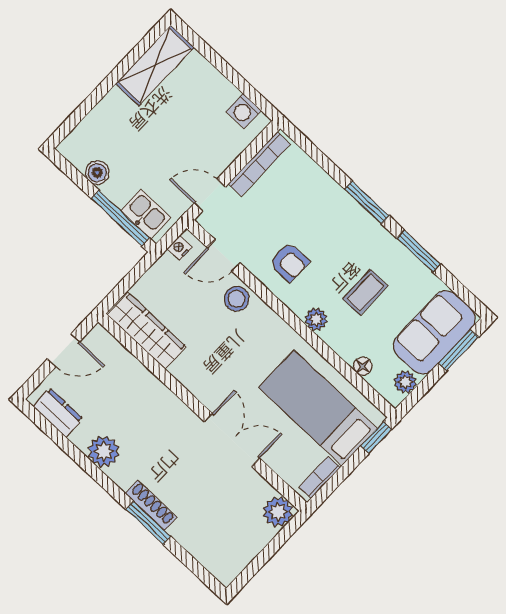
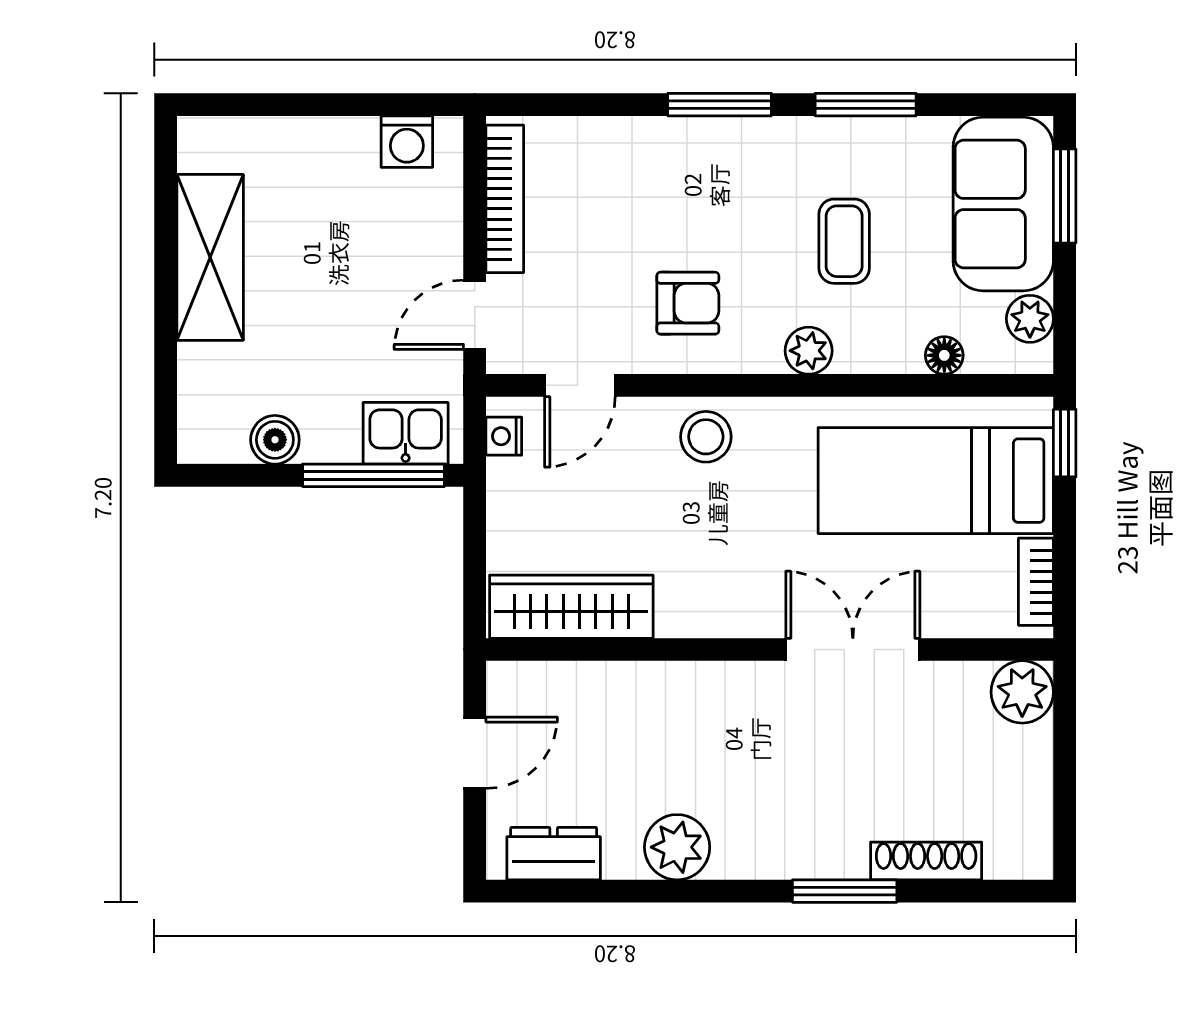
shelving: (155, 65) -> (210, 257), moved
stool: (237, 299) -> (706, 437), moved
shoe rack: (151, 505) -> (926, 861), moved

